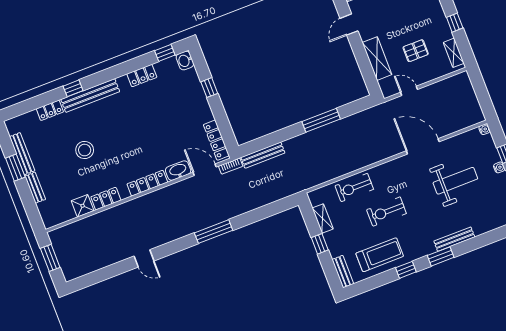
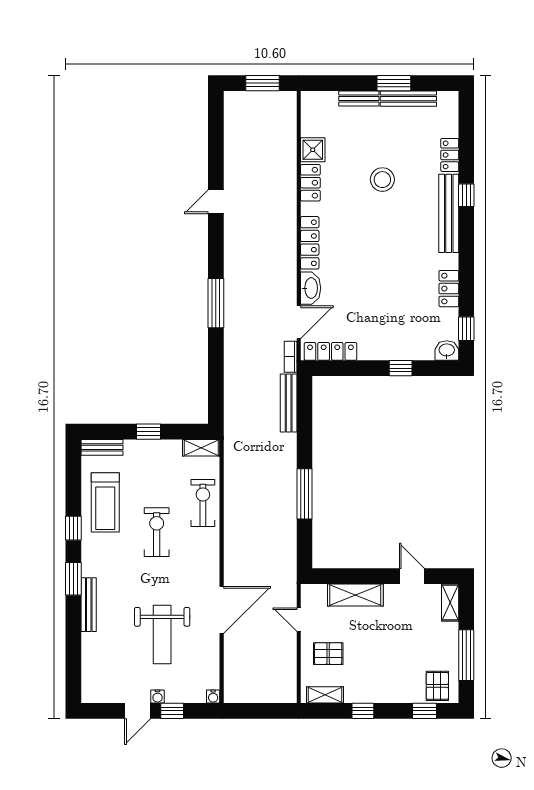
pallet: (416, 51) -> (328, 654), moved, turned 90
door: (409, 91) -> (299, 620), swing flipped
shelving: (323, 219) -> (201, 448), moved

